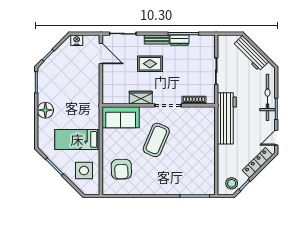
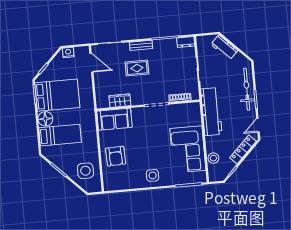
dresser: (179, 40) -> (186, 42), moved
workbench: (251, 53) -> (224, 47), width x0.73
bed: (61, 86) -> (57, 95), added
wardrobe: (141, 98) -> (120, 101), moved
bed: (77, 139) -> (60, 135), moved, turned 180
coffee table: (156, 140) -> (149, 137), removed
corner sofa: (198, 157) -> (188, 149), added
armchair: (121, 169) -> (116, 156), moved
side table: (157, 182) -> (153, 175), added
stool: (232, 183) -> (213, 158), moved

